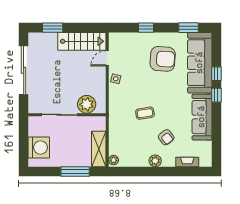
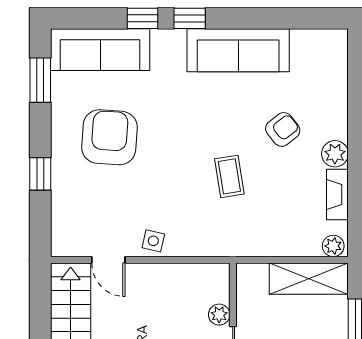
sofa: (200, 63) -> (100, 50), width x0.74, depth x0.79
plant: (87, 104) -> (219, 315), width x0.53, depth x0.53
fireplace: (187, 162) -> (337, 195), moved

